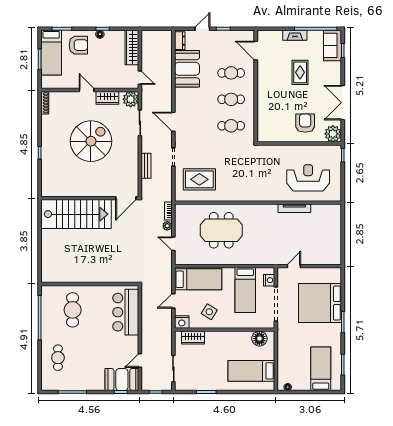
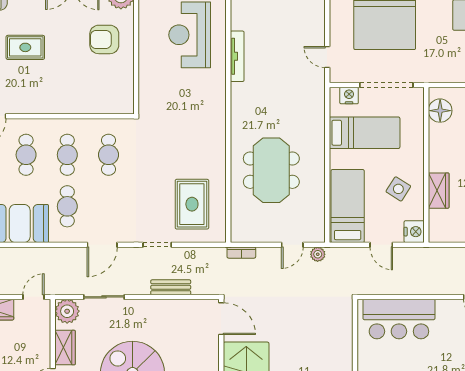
cafe table: (198, 99) -> (67, 206), added
plant: (167, 226) -> (318, 254), moved
wardrobe: (193, 338) -> (439, 191), moved

